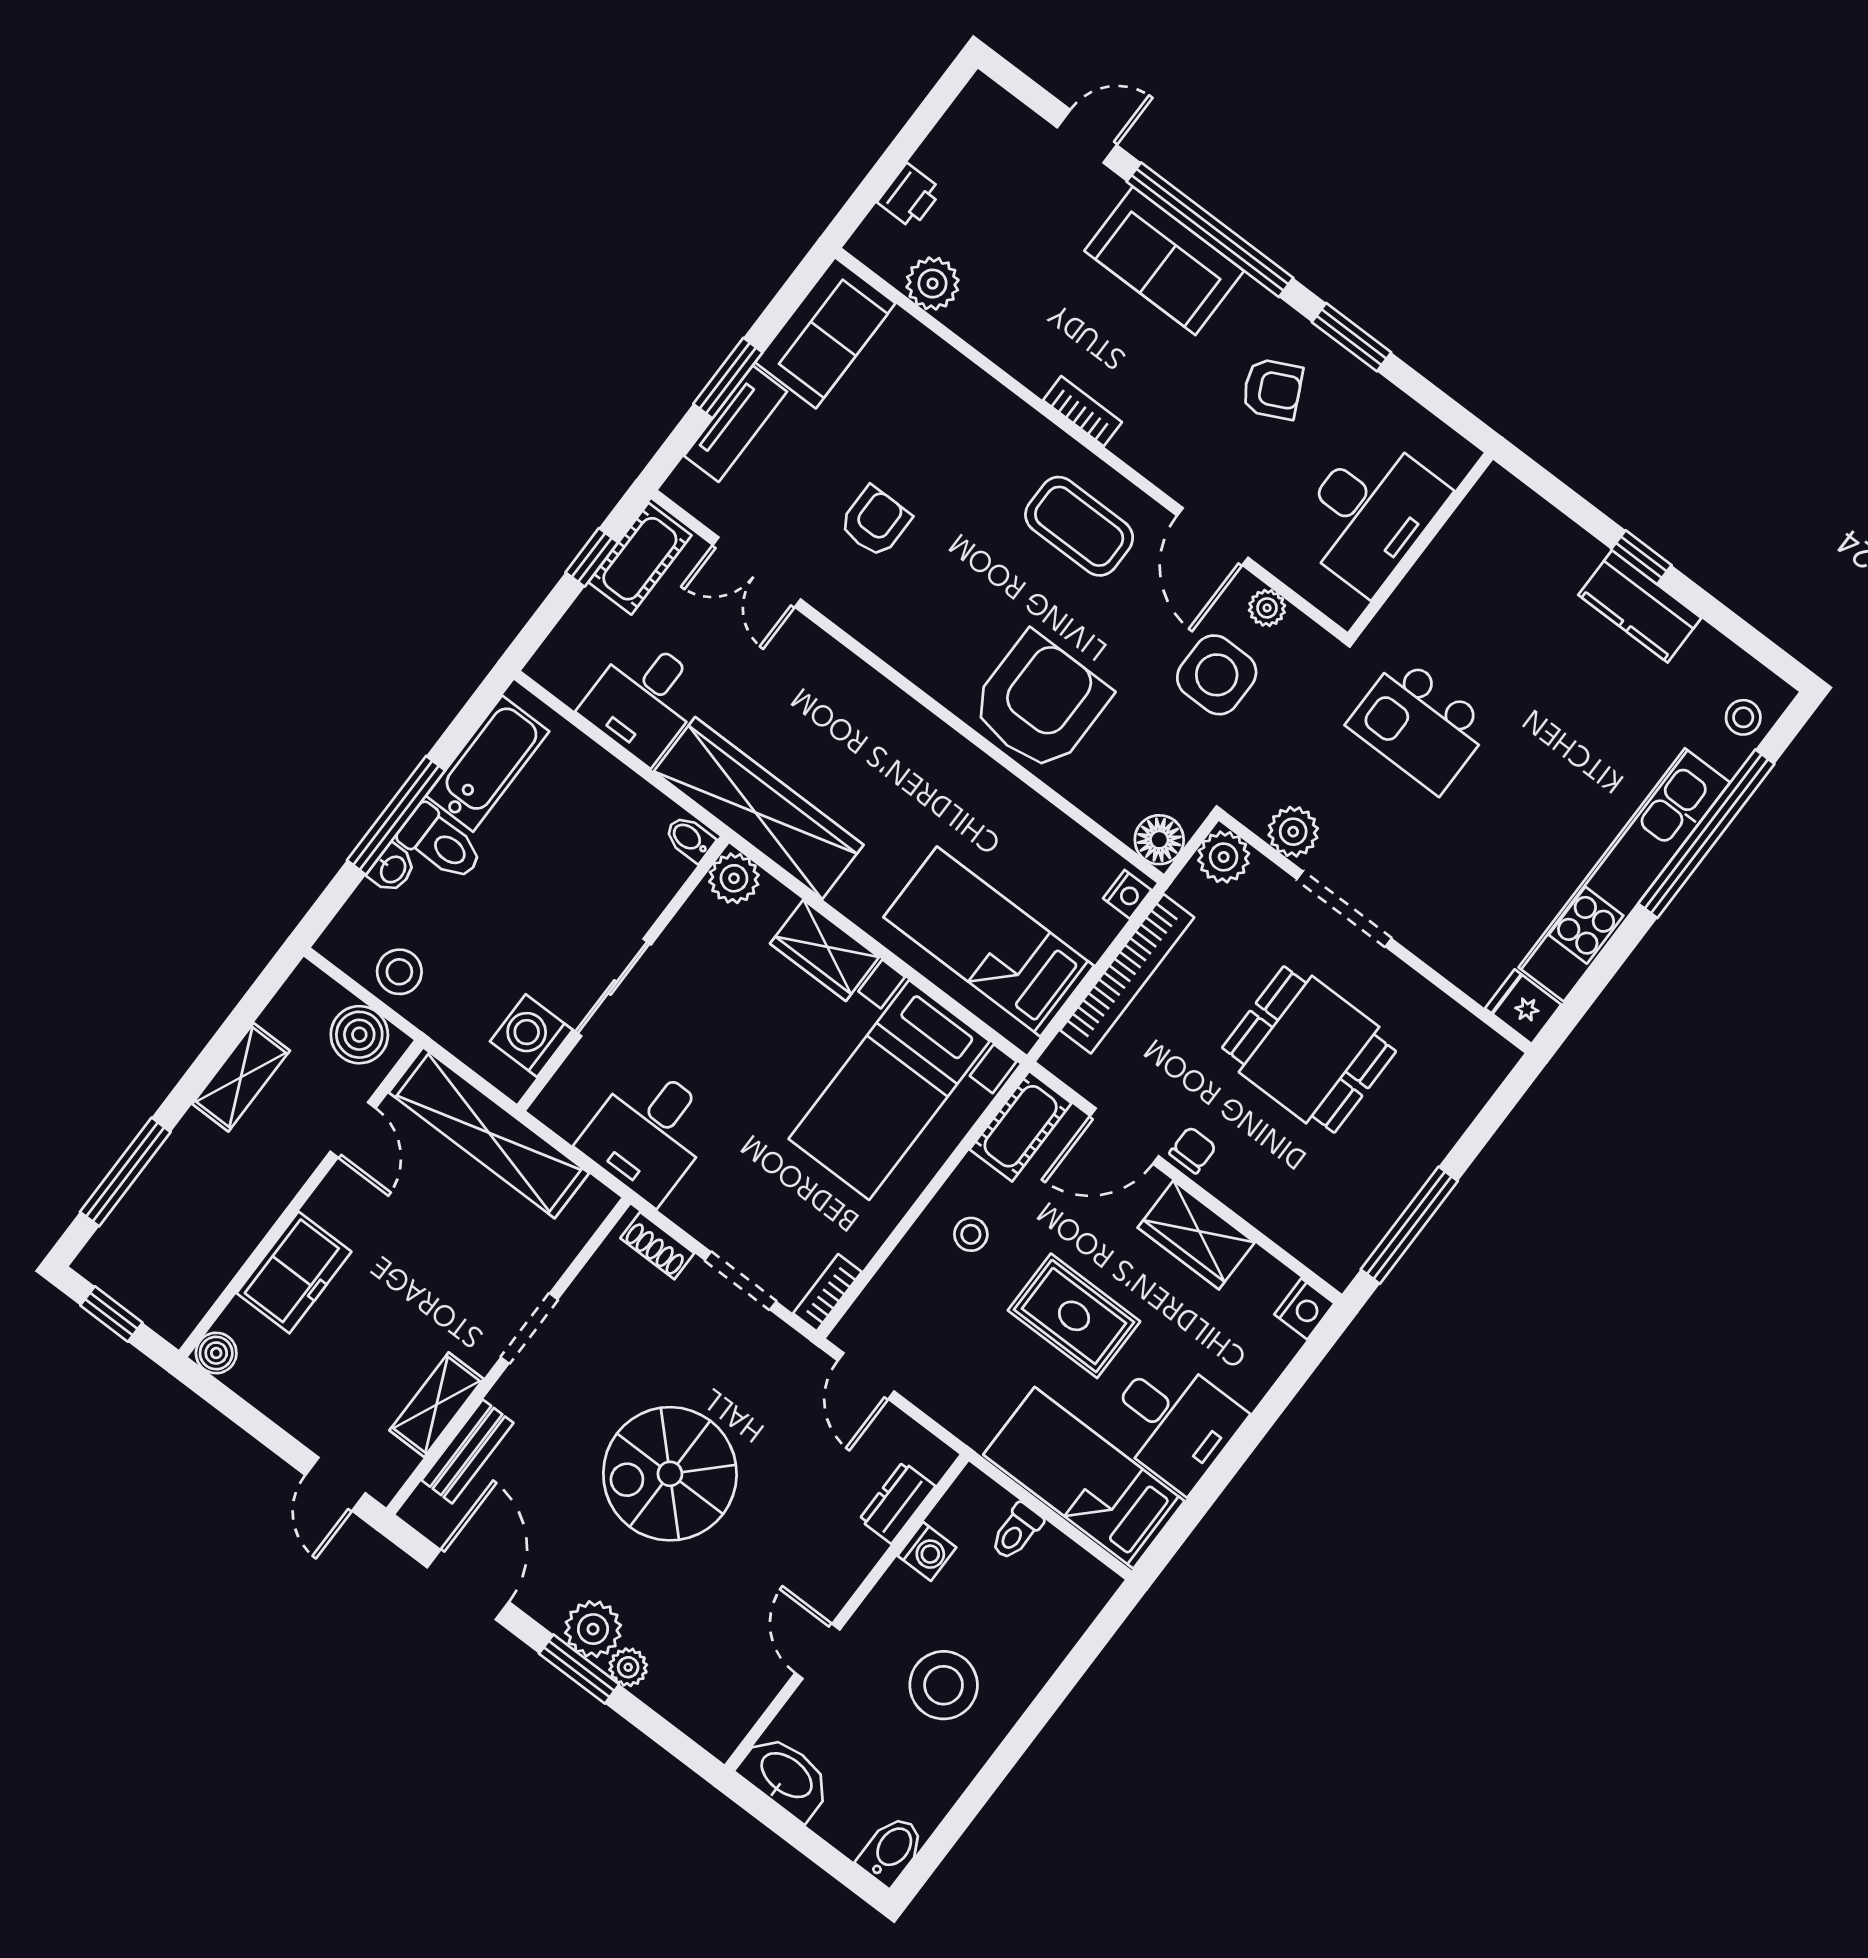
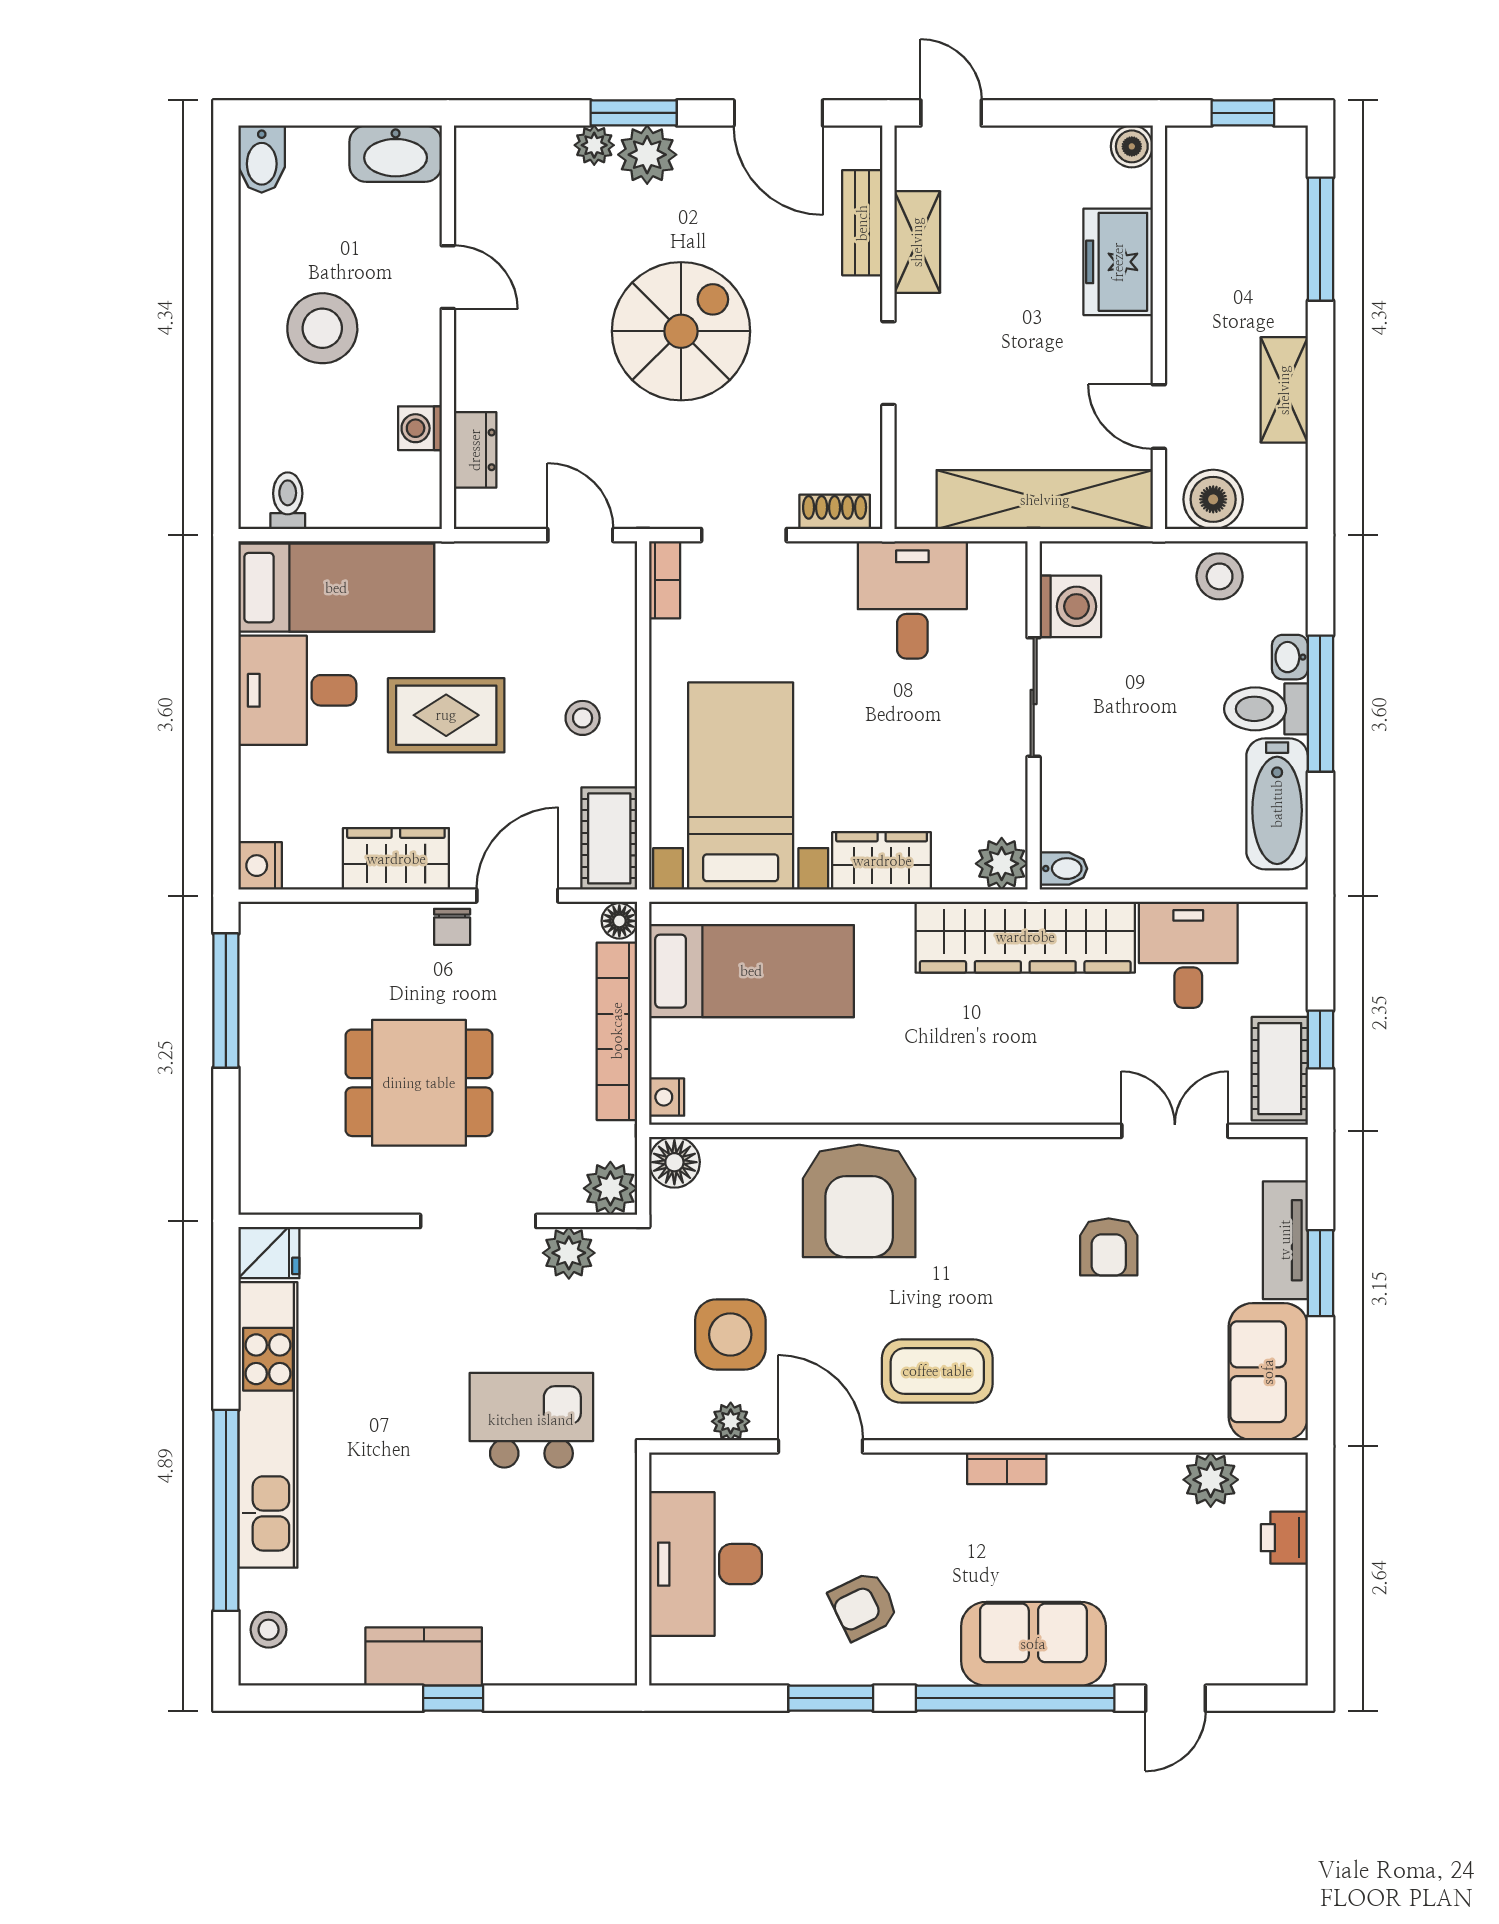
floor lamp: (1061, 1057) -> (619, 921), added
toilet: (1016, 1532) -> (288, 501), moved

